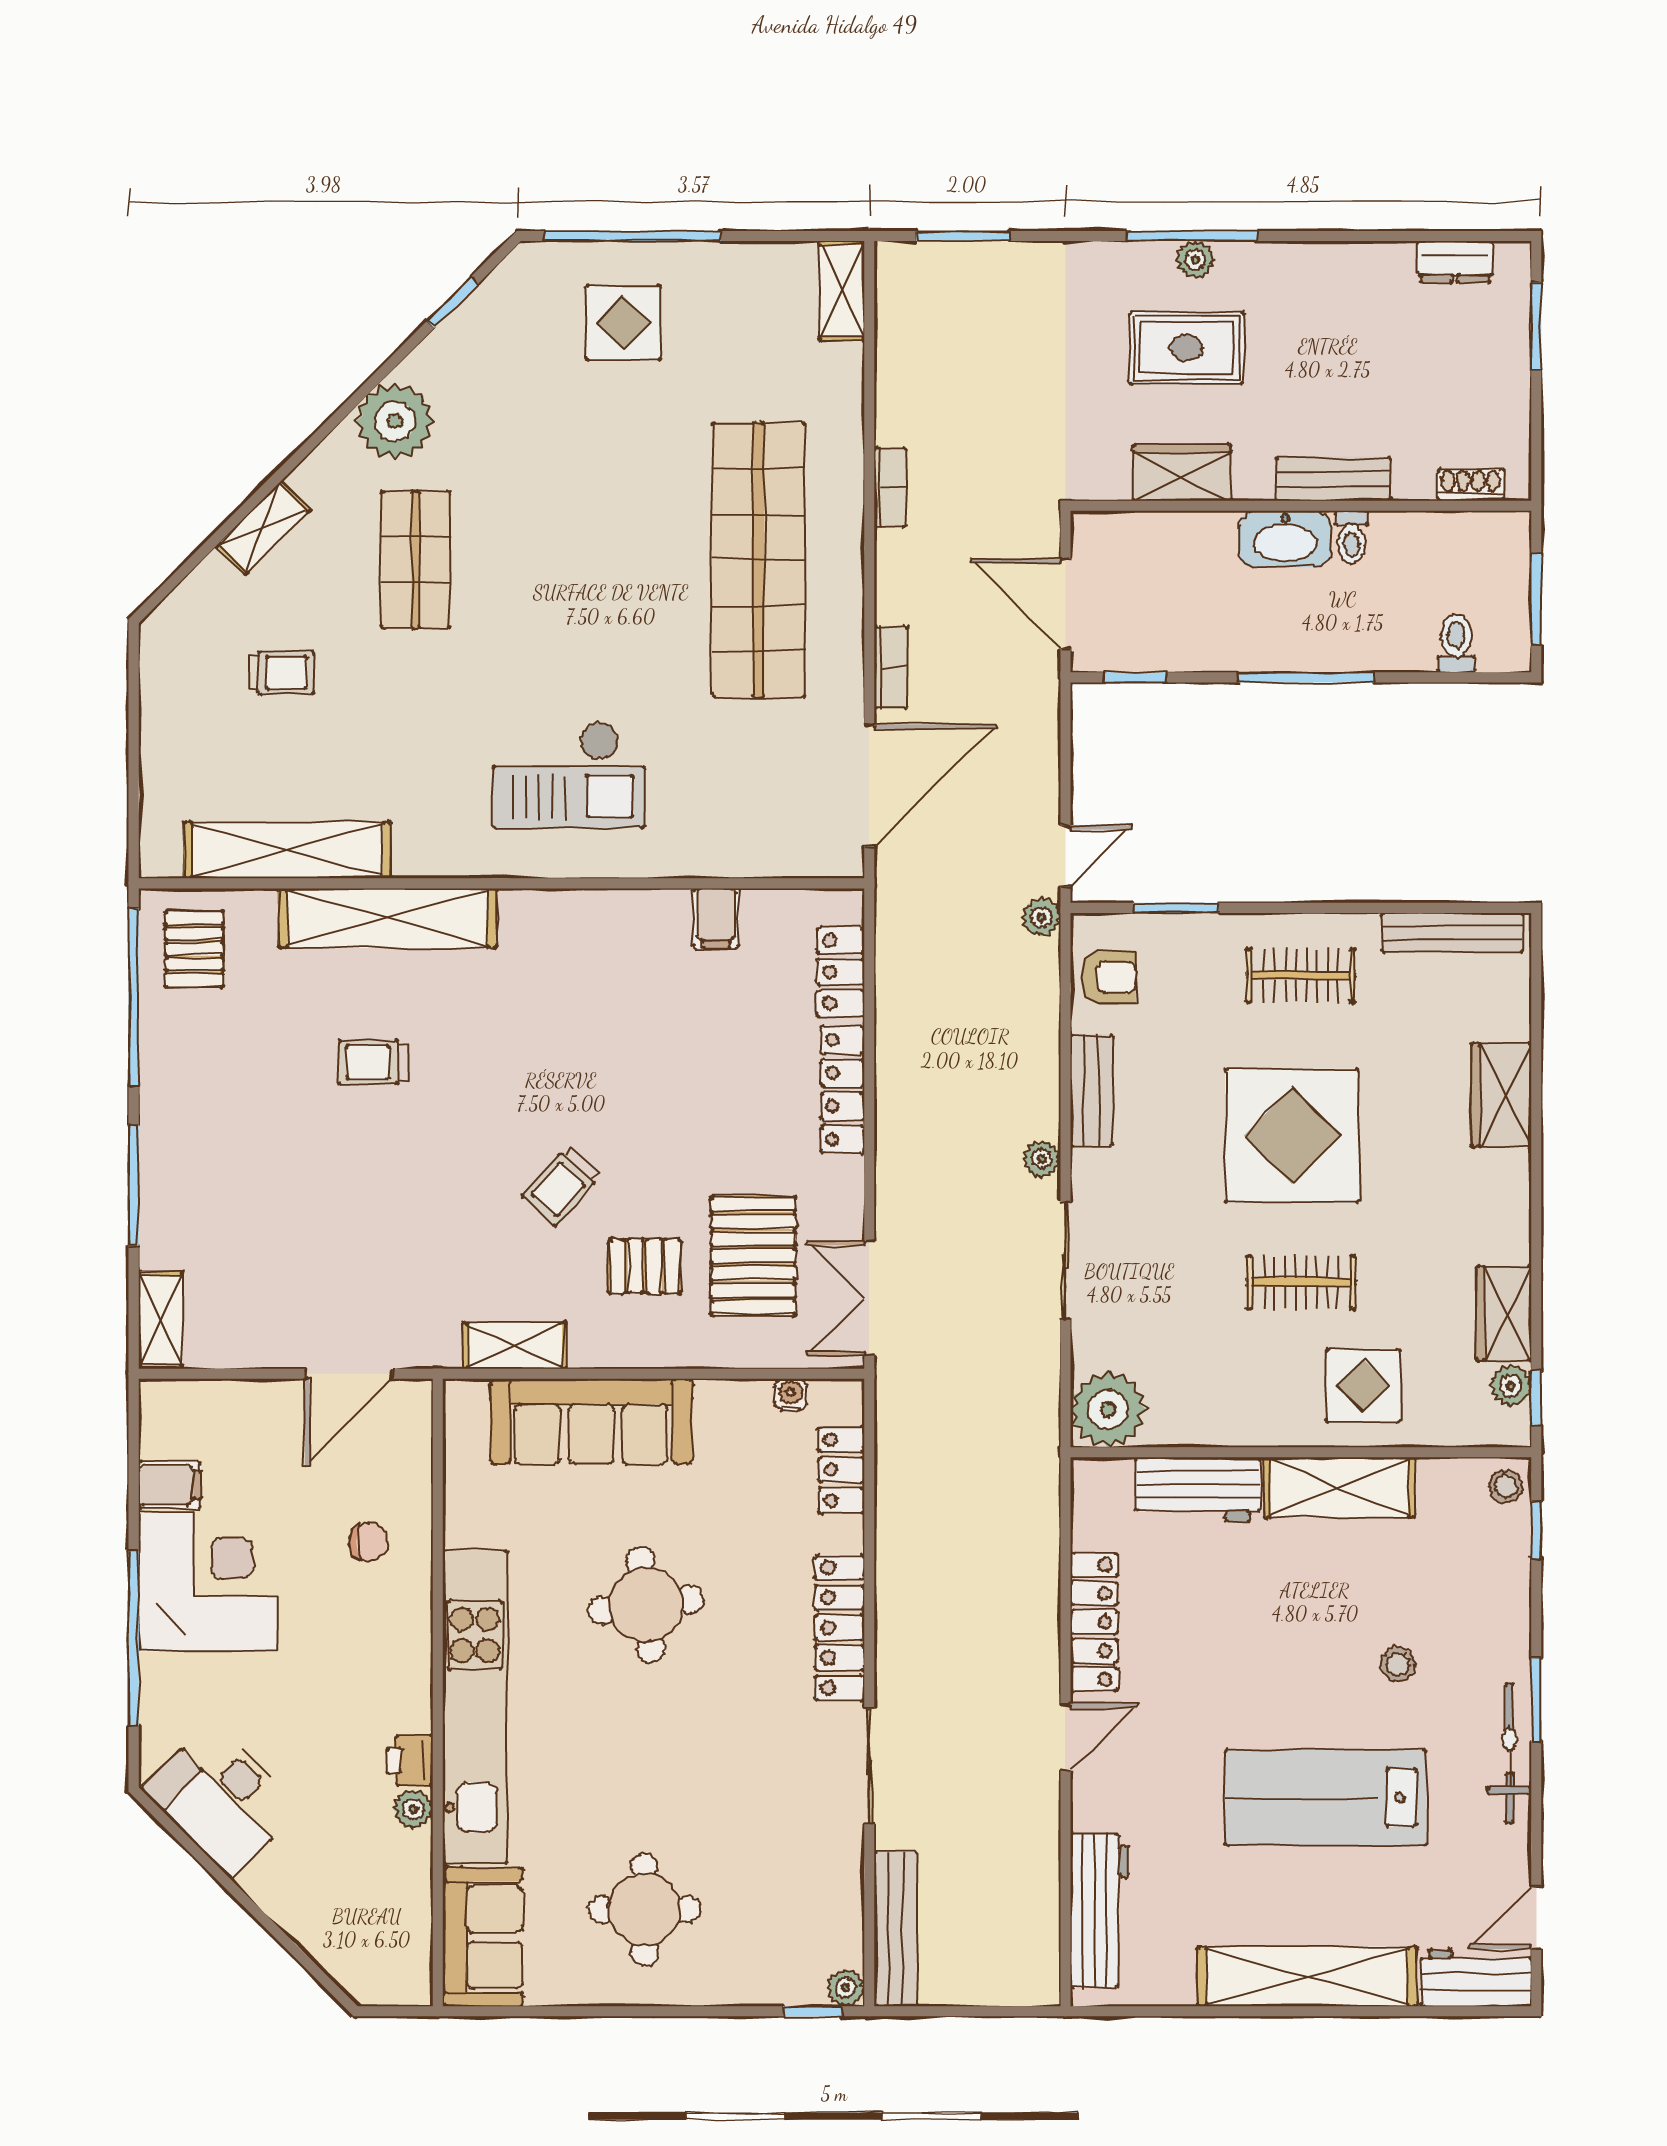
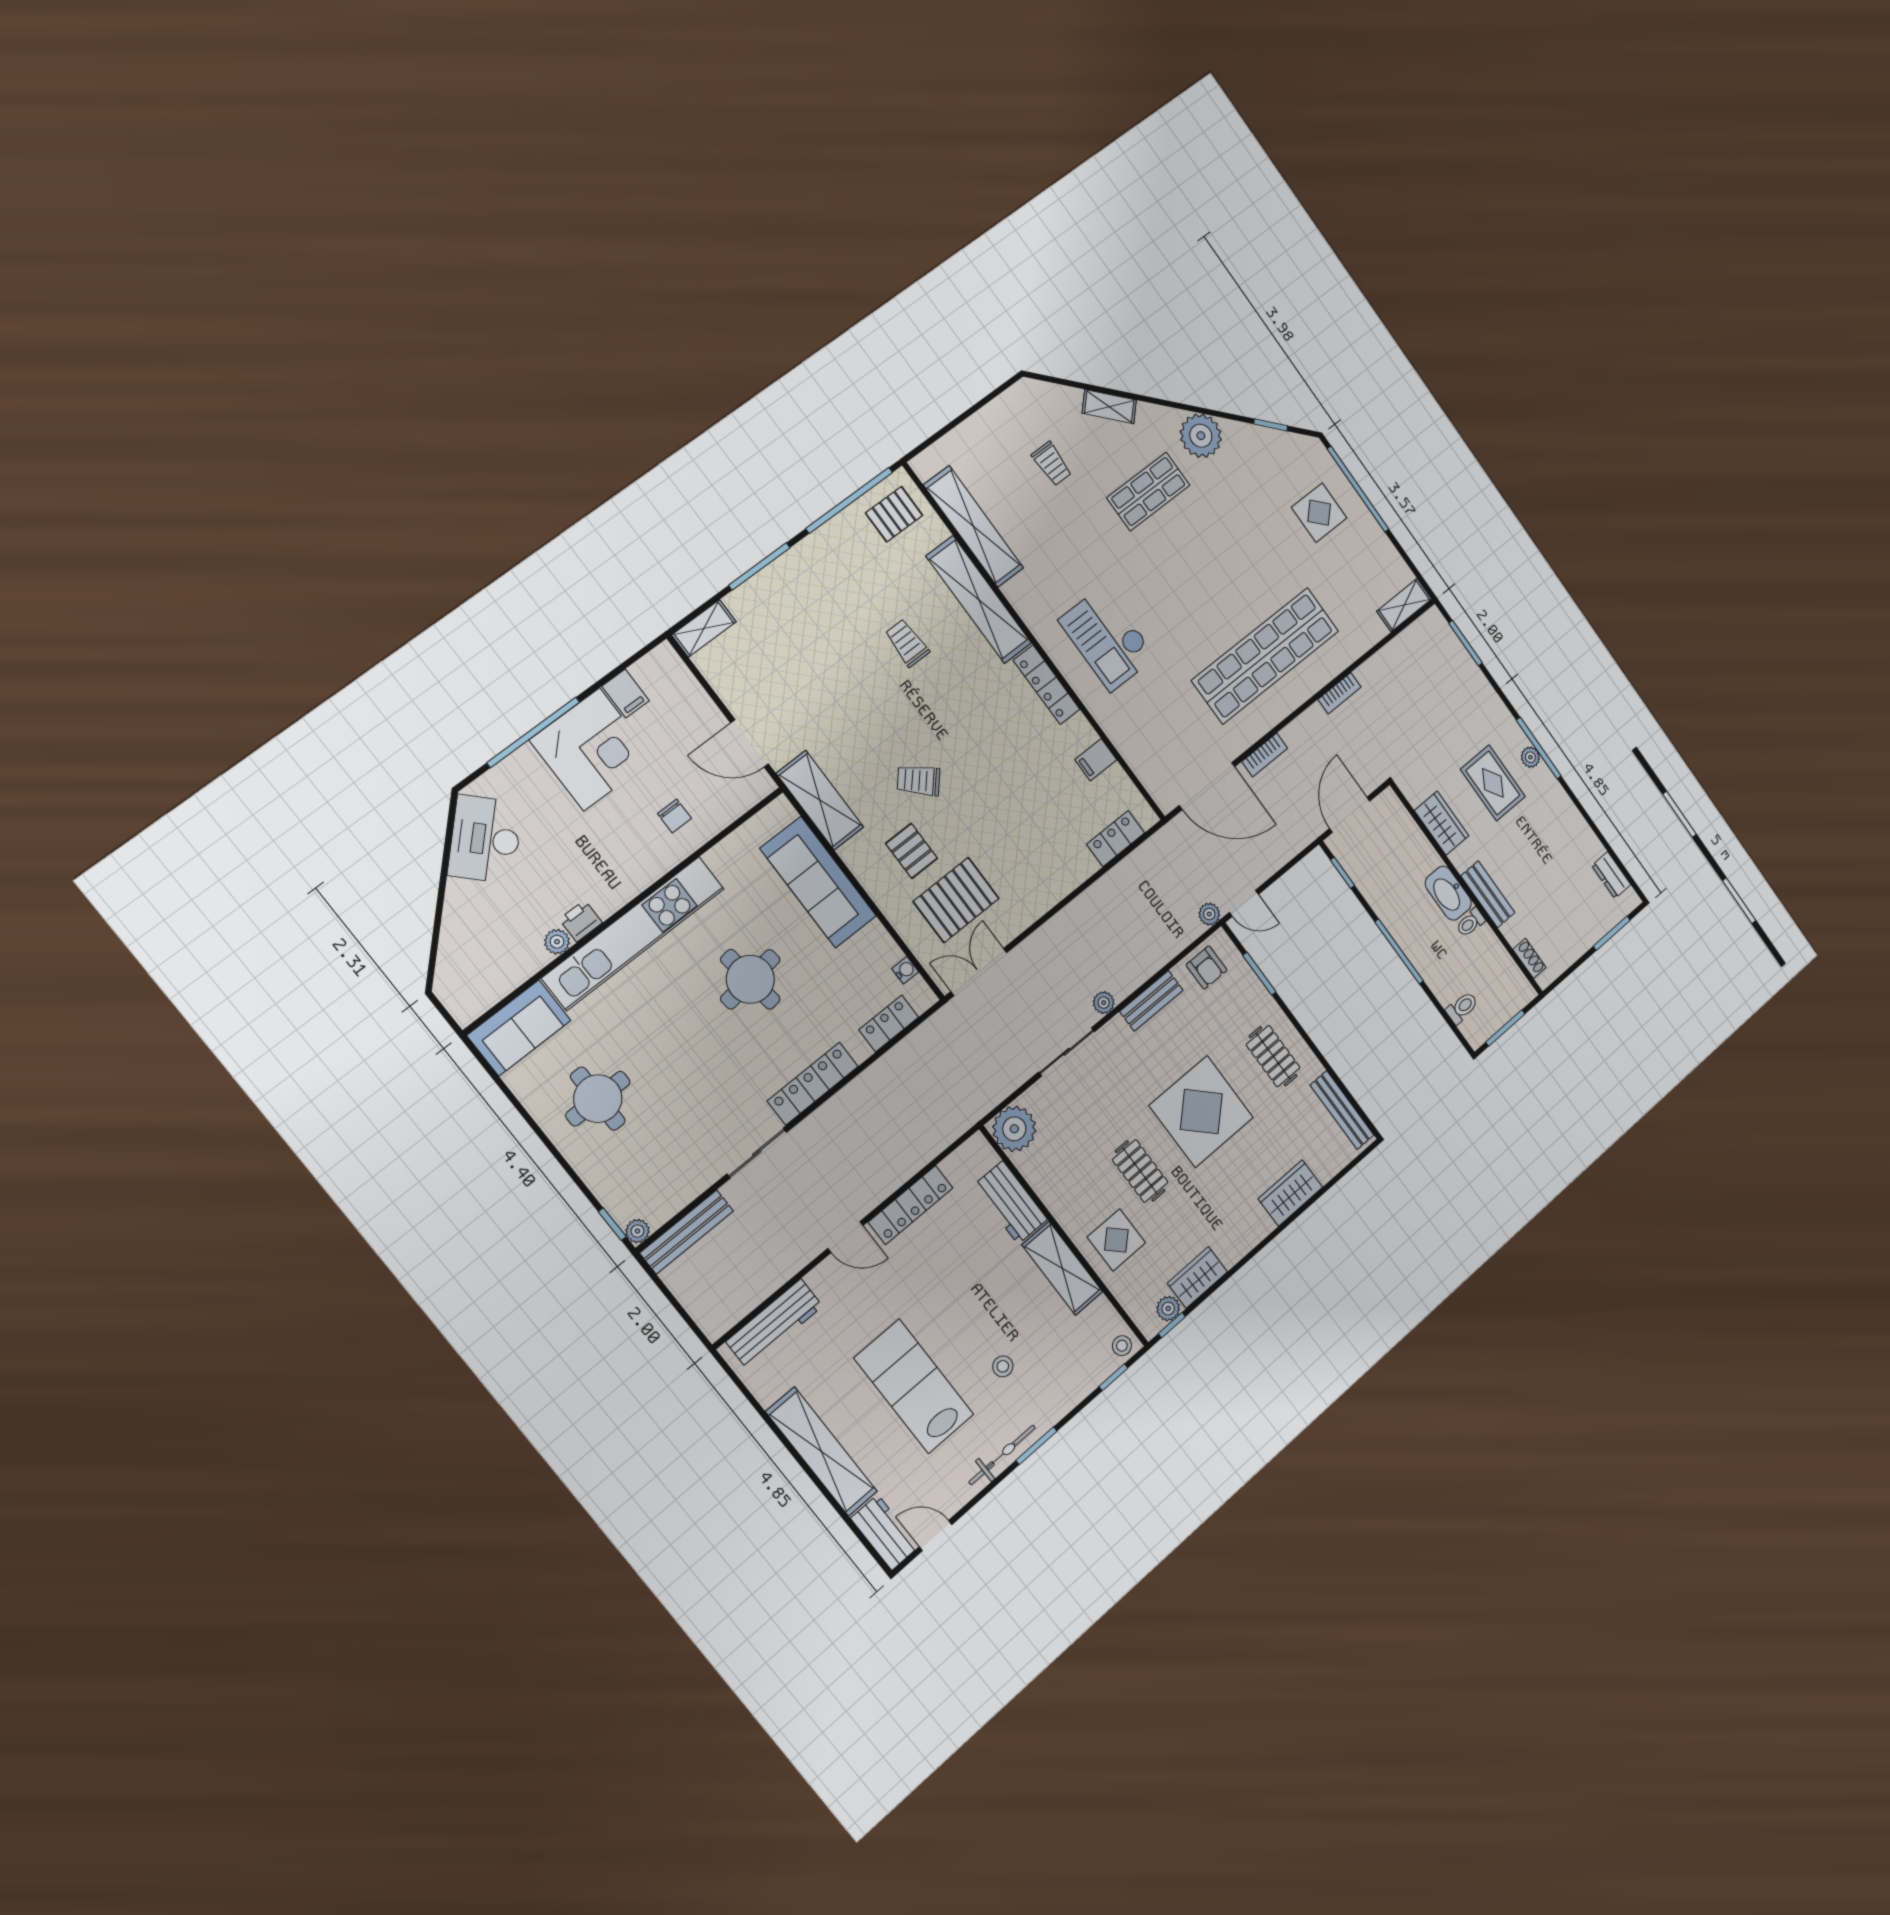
locker: (842, 1090) -> (1047, 685), moved, turned -90
shelving: (515, 1346) -> (820, 800), width x1.50, depth x1.33

